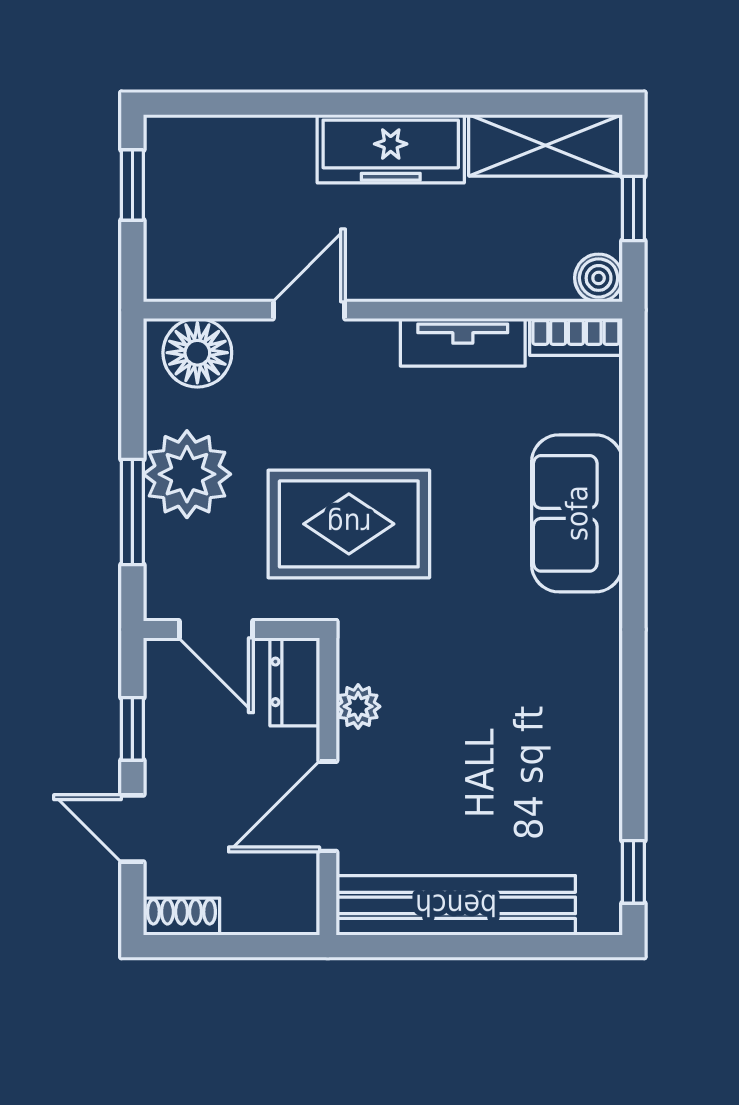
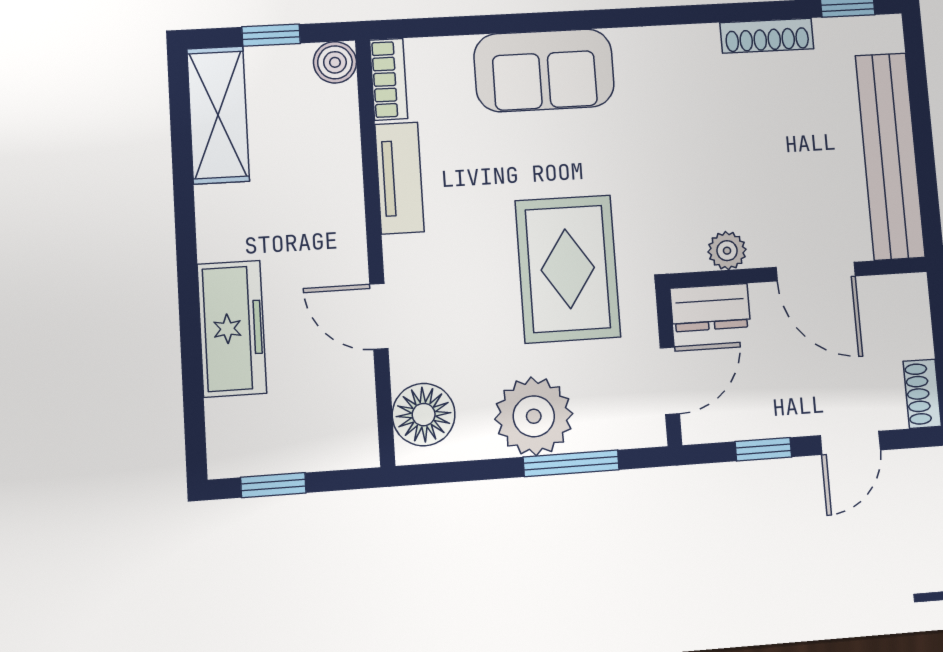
freezer: (391, 149) -> (232, 328), moved
shoe rack: (604, 774) -> (767, 36), added

